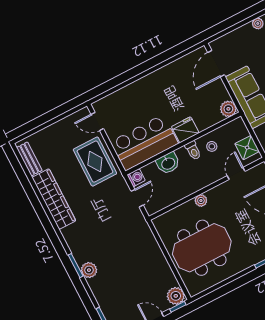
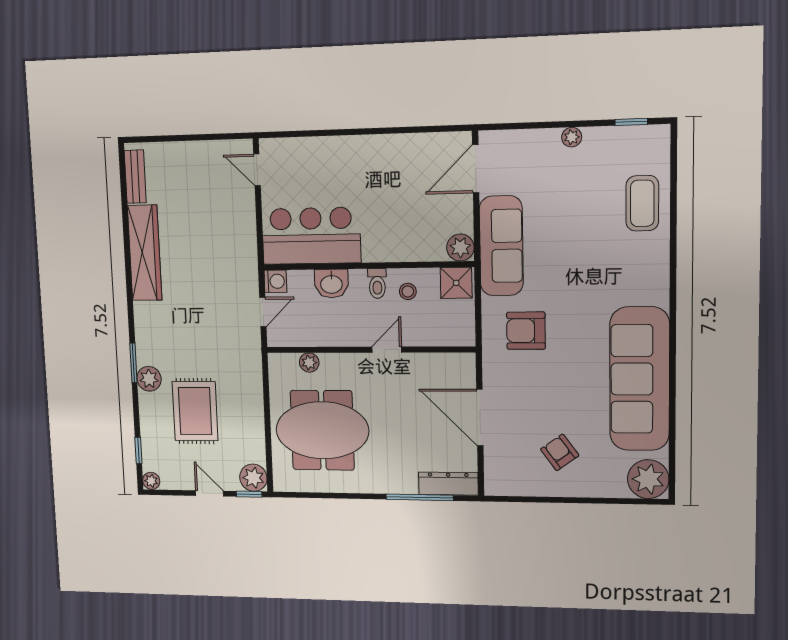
fridge: (185, 130) -> (380, 247), removed
shower: (247, 148) -> (456, 283), moved
rug: (95, 162) -> (195, 411), moved
door: (236, 173) -> (387, 350), moved
plant: (201, 201) -> (309, 363), moved

